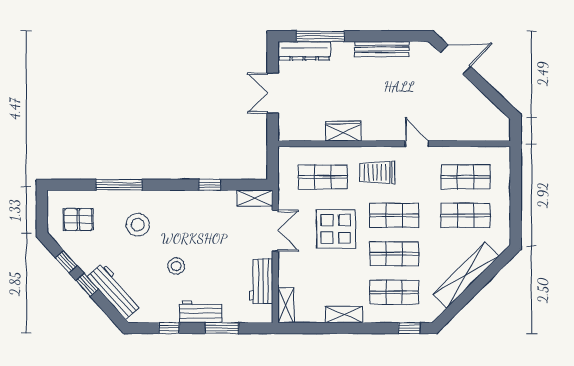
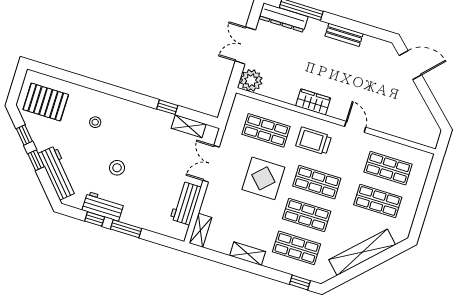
bench: (382, 49) -> (344, 35), width x0.73
plant: (291, 128) -> (251, 80), added
wardrobe: (343, 131) -> (313, 102), moved
window: (119, 185) -> (90, 83), removed
shelving: (255, 198) -> (189, 126), moved
pallet: (78, 219) -> (46, 102), width x1.50, depth x1.42
stool: (138, 225) -> (95, 122), width x0.53, depth x0.53
double door: (275, 231) -> (211, 164), swing flipped
workbench: (201, 312) -> (103, 206), moved
window: (222, 328) -> (126, 229), moved

